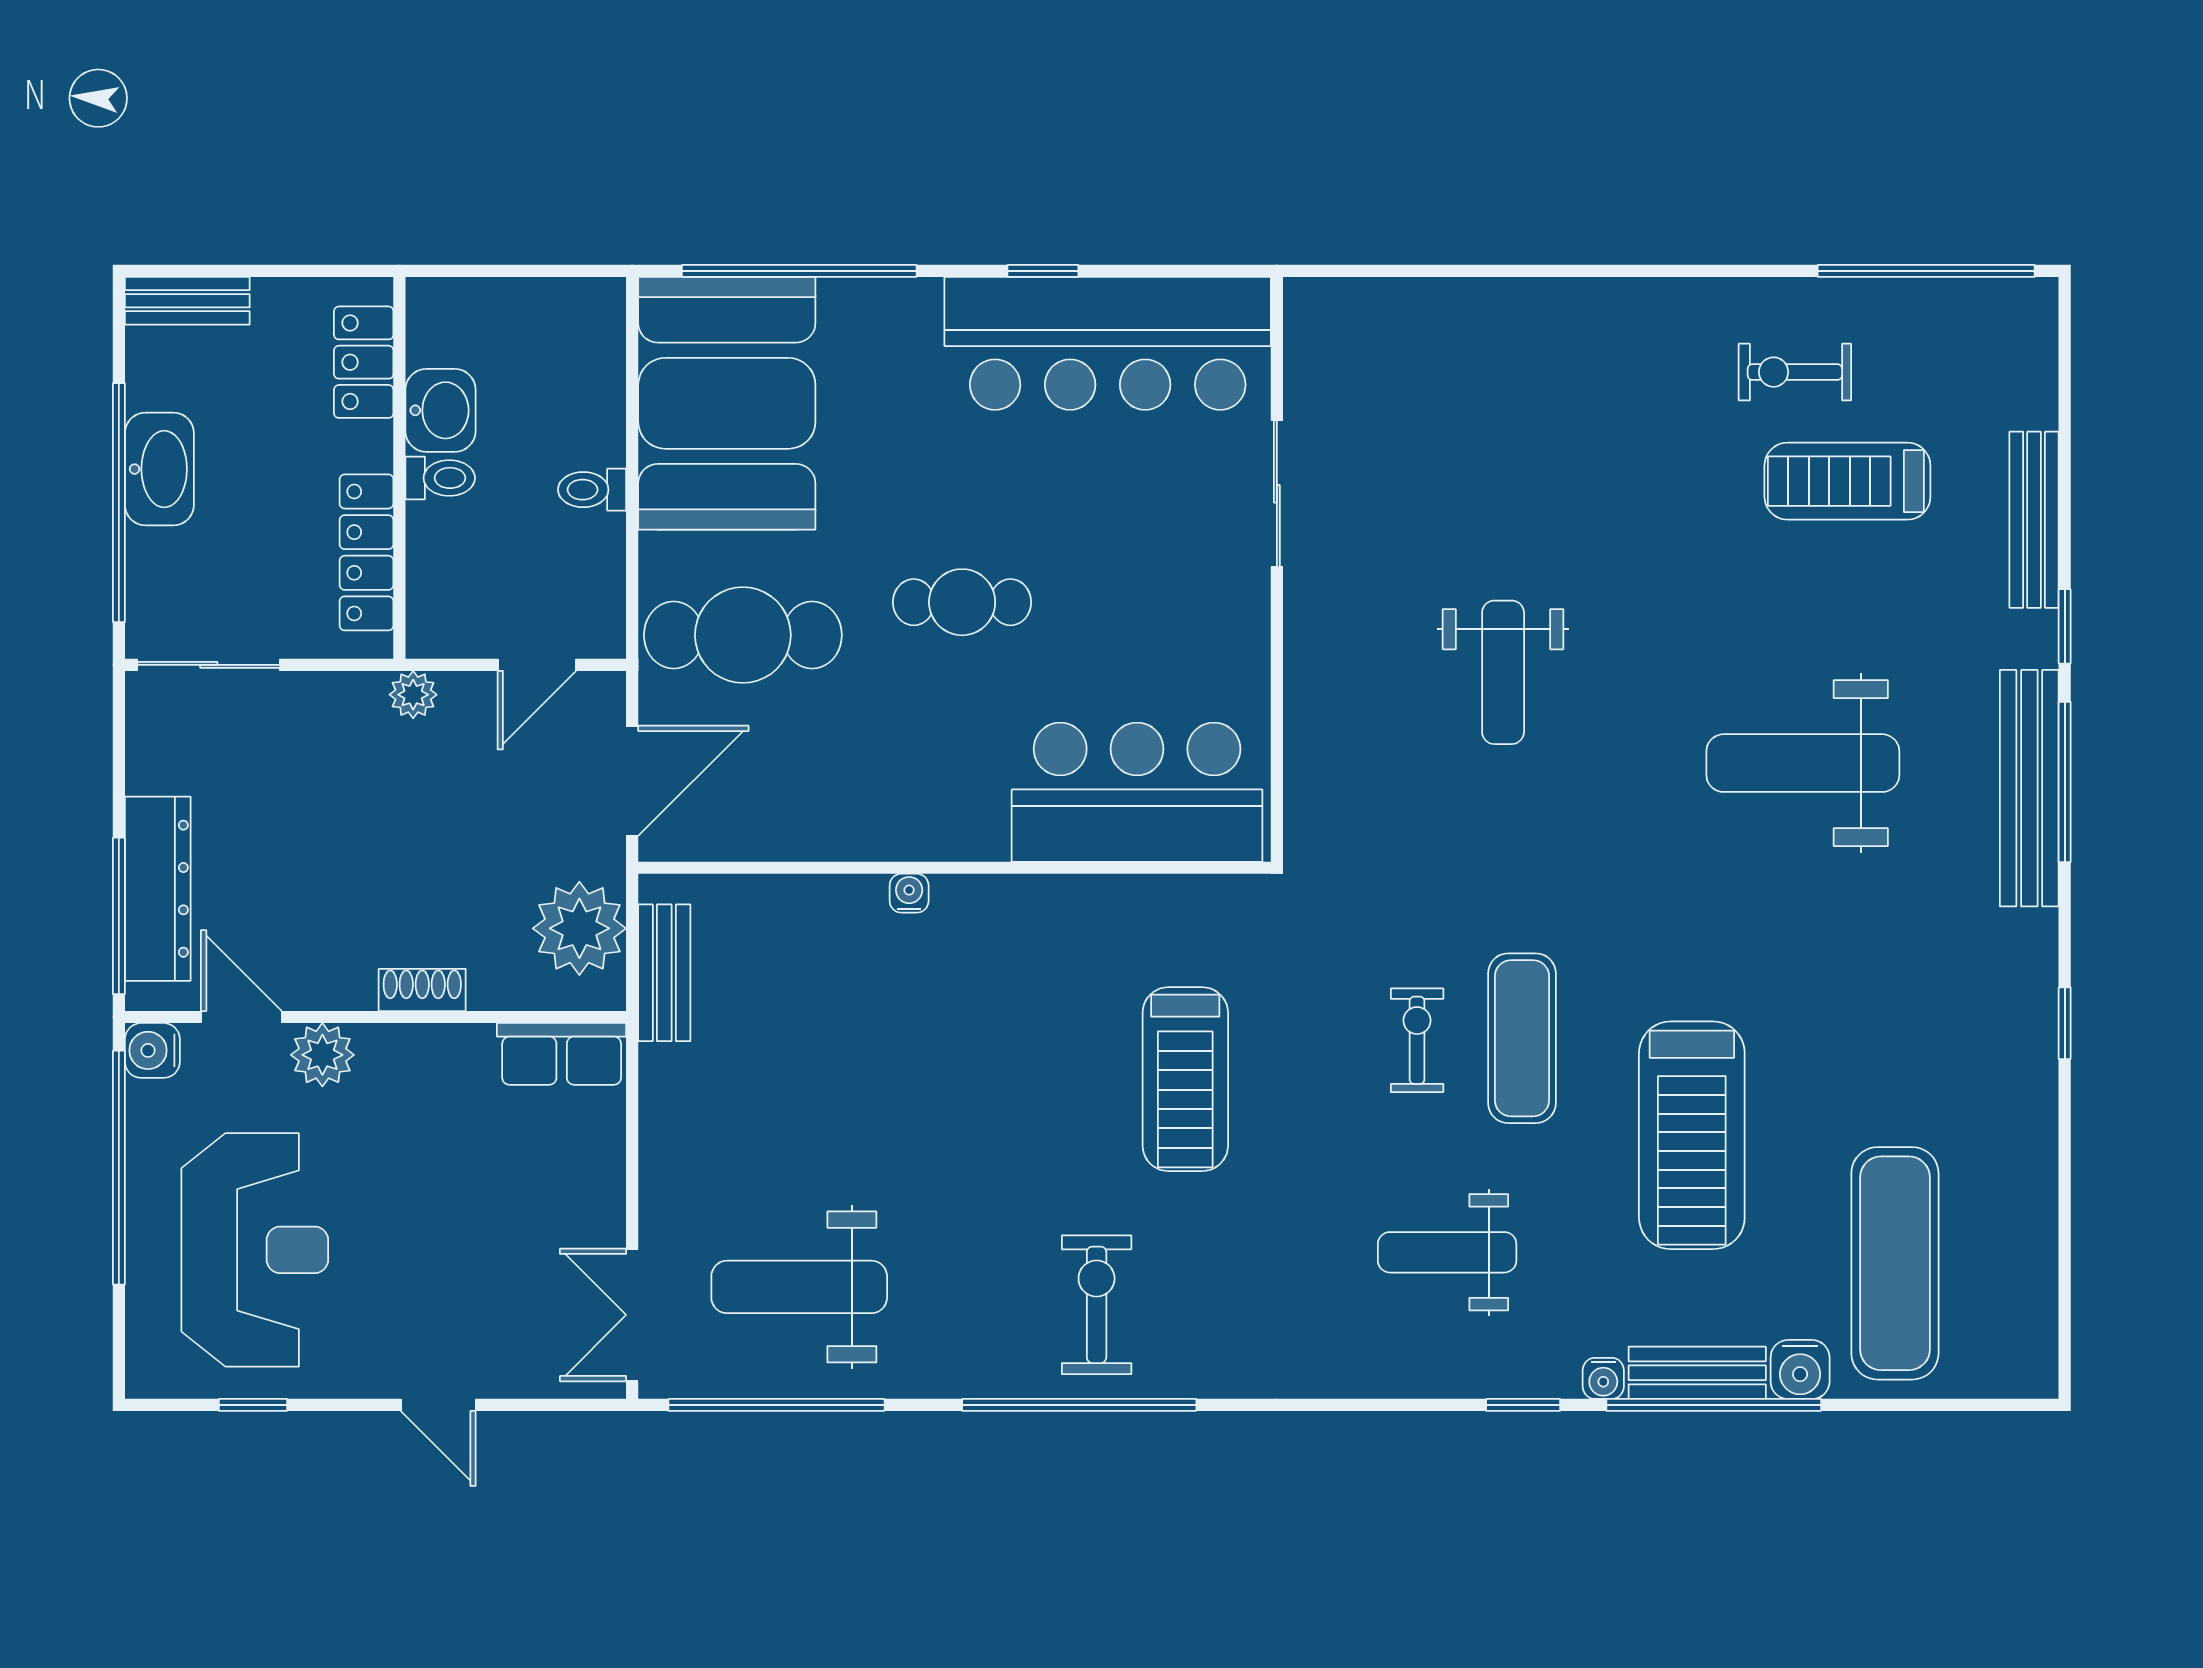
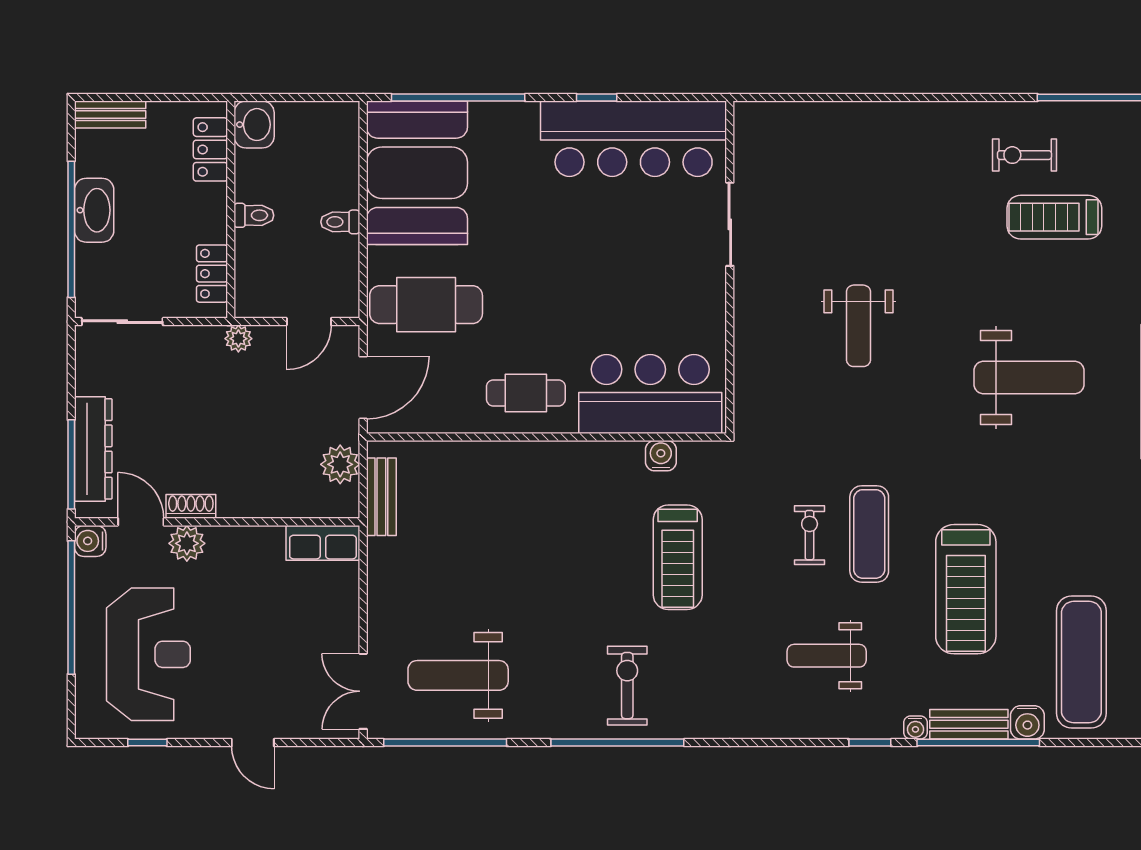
washbasin: (441, 410) -> (254, 125), moved
locker: (367, 552) -> (212, 274), width x0.66
cafe table: (962, 602) -> (526, 393), moved
weight bench: (1803, 763) -> (1029, 377), turned 180
water cooler: (909, 893) -> (661, 456), moved, width x1.38, depth x1.38
plant: (579, 928) -> (340, 464), width x0.73, depth x0.73
shoe rack: (422, 990) -> (191, 506), moved

